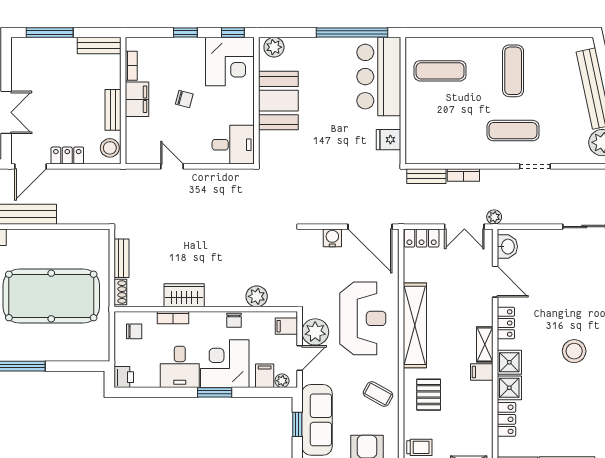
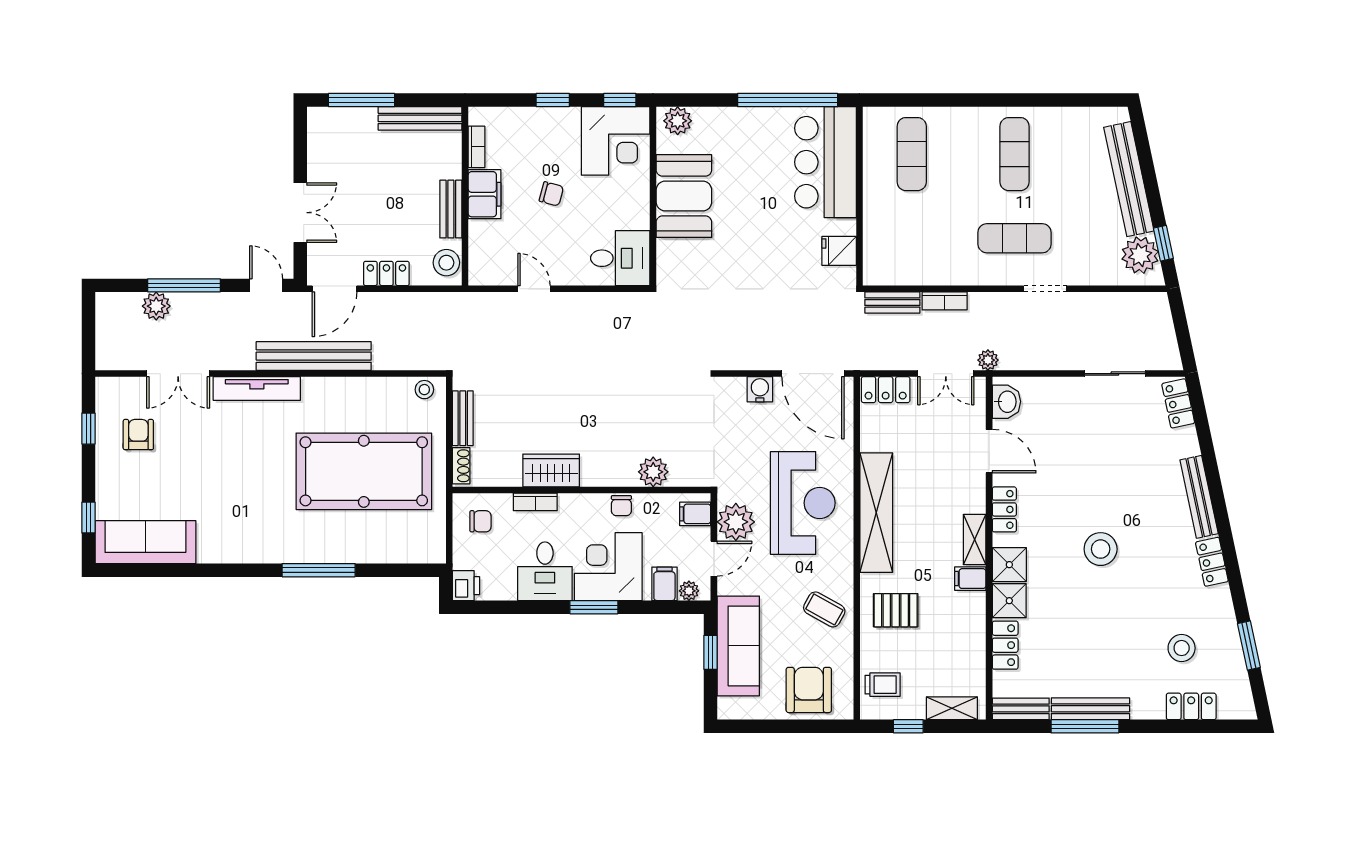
bench: (99, 46) -> (420, 118), width x1.36
exercise mat: (440, 71) -> (912, 154), turned 90
stool: (94, 238) -> (424, 390), added
pallet: (429, 395) -> (896, 610), turned 90

